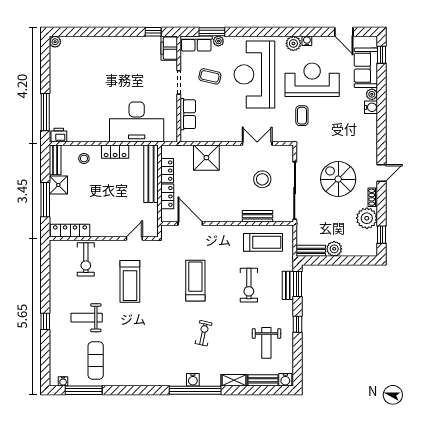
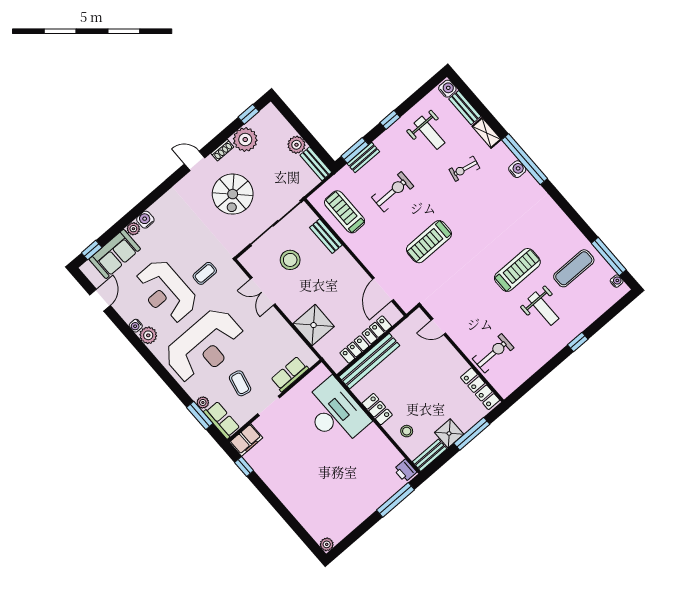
treadmill: (130, 281) -> (517, 270), moved
exercise bike: (204, 333) -> (464, 169), moved
weight bench: (266, 343) -> (430, 133), turned 90

